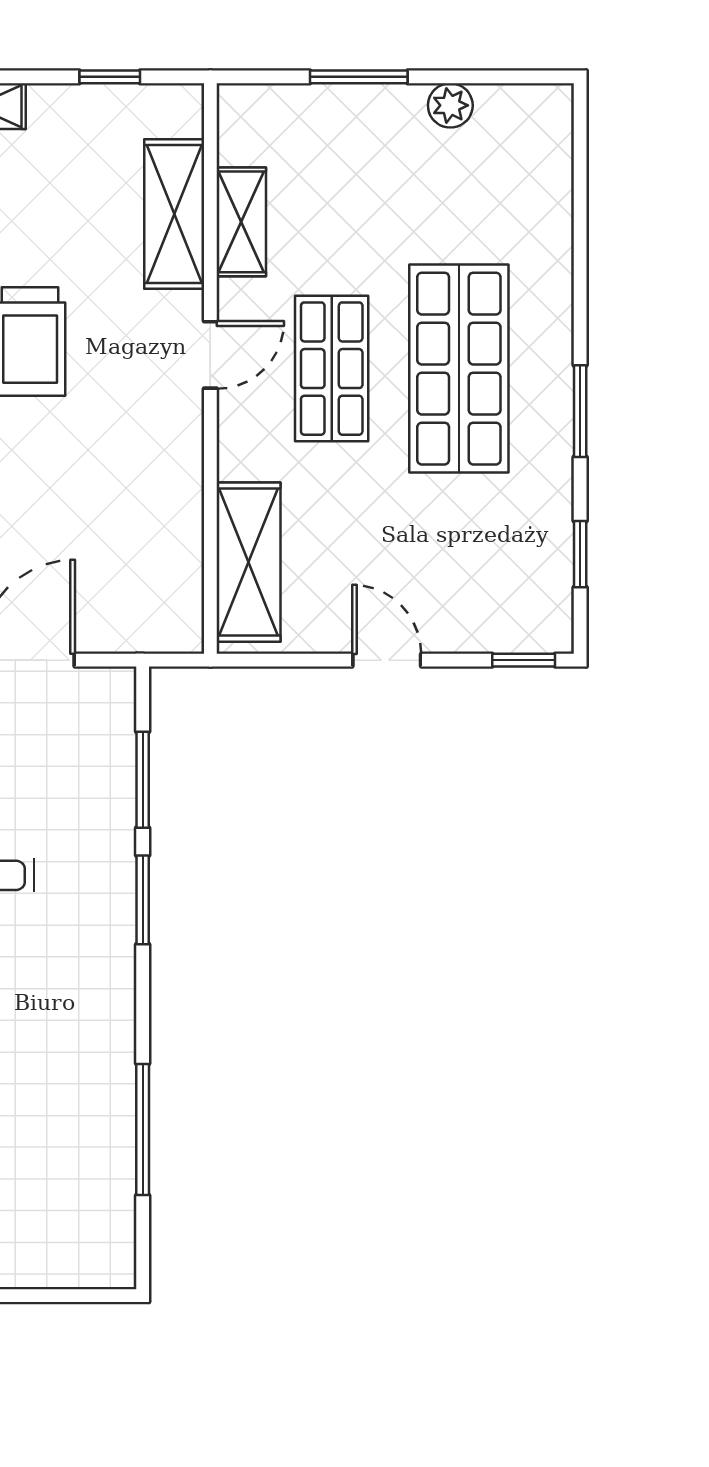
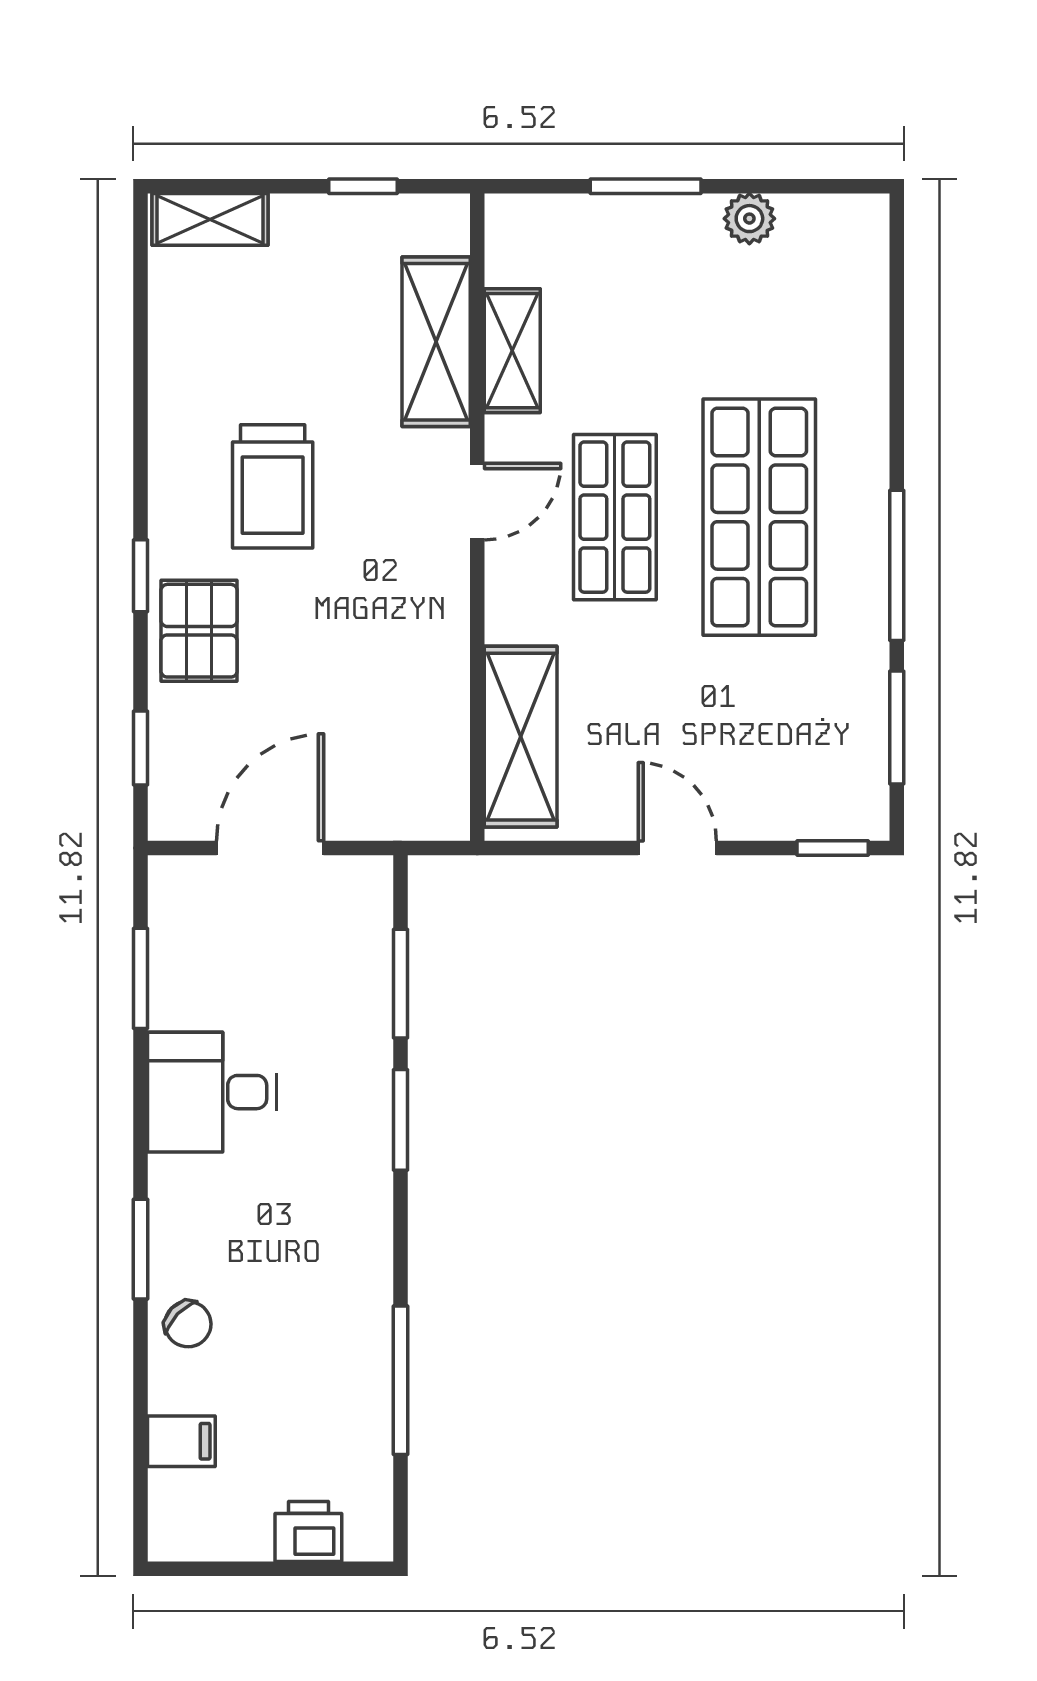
window: (580, 411) -> (897, 565), width x1.44
window: (580, 554) -> (897, 728), width x1.50
printer: (62, 1263) -> (308, 1531), added

